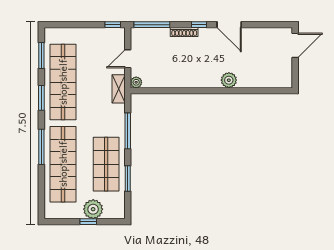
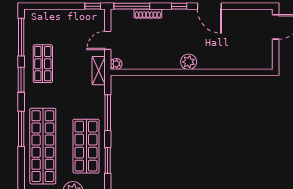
shoe rack: (184, 32) -> (148, 13), moved
window: (41, 56) -> (21, 37), width x1.44
plant: (229, 80) -> (189, 62), moved
shop shelf: (63, 82) -> (43, 64), width x0.50, depth x0.74

